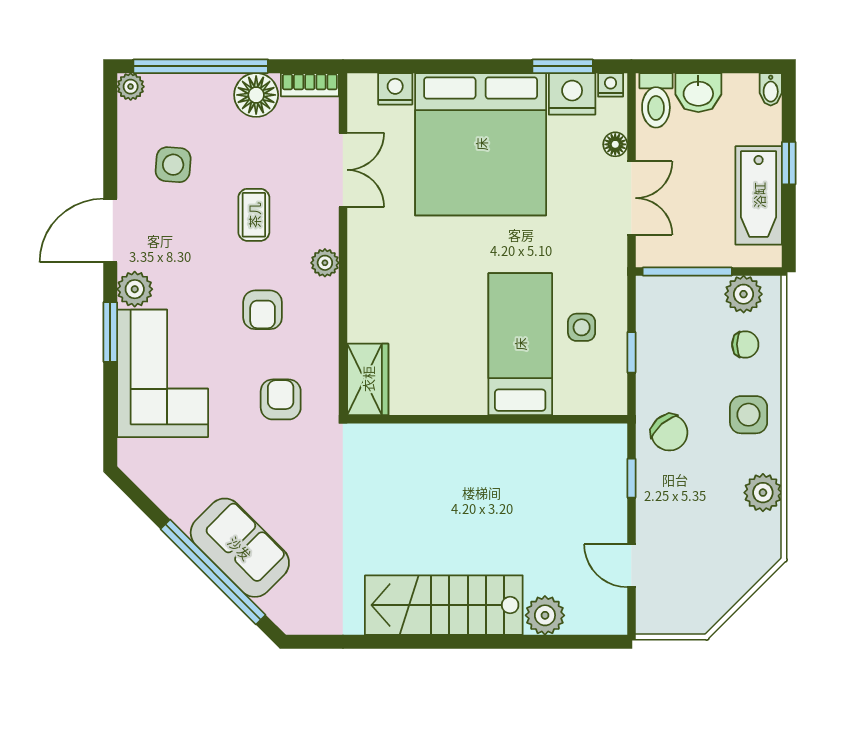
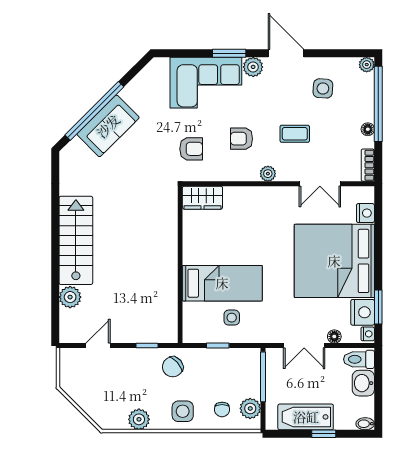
floor lamp: (256, 95) -> (368, 129), width x0.53, depth x0.53

